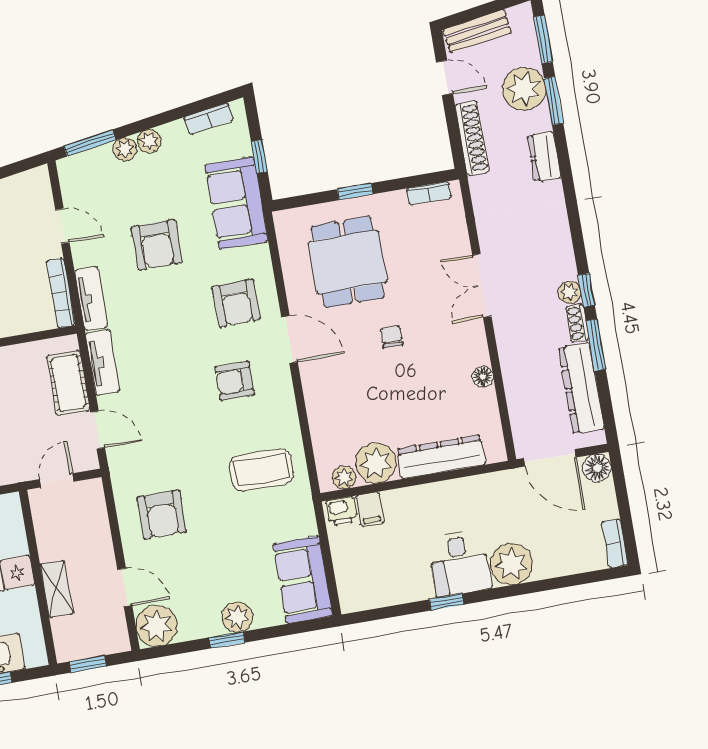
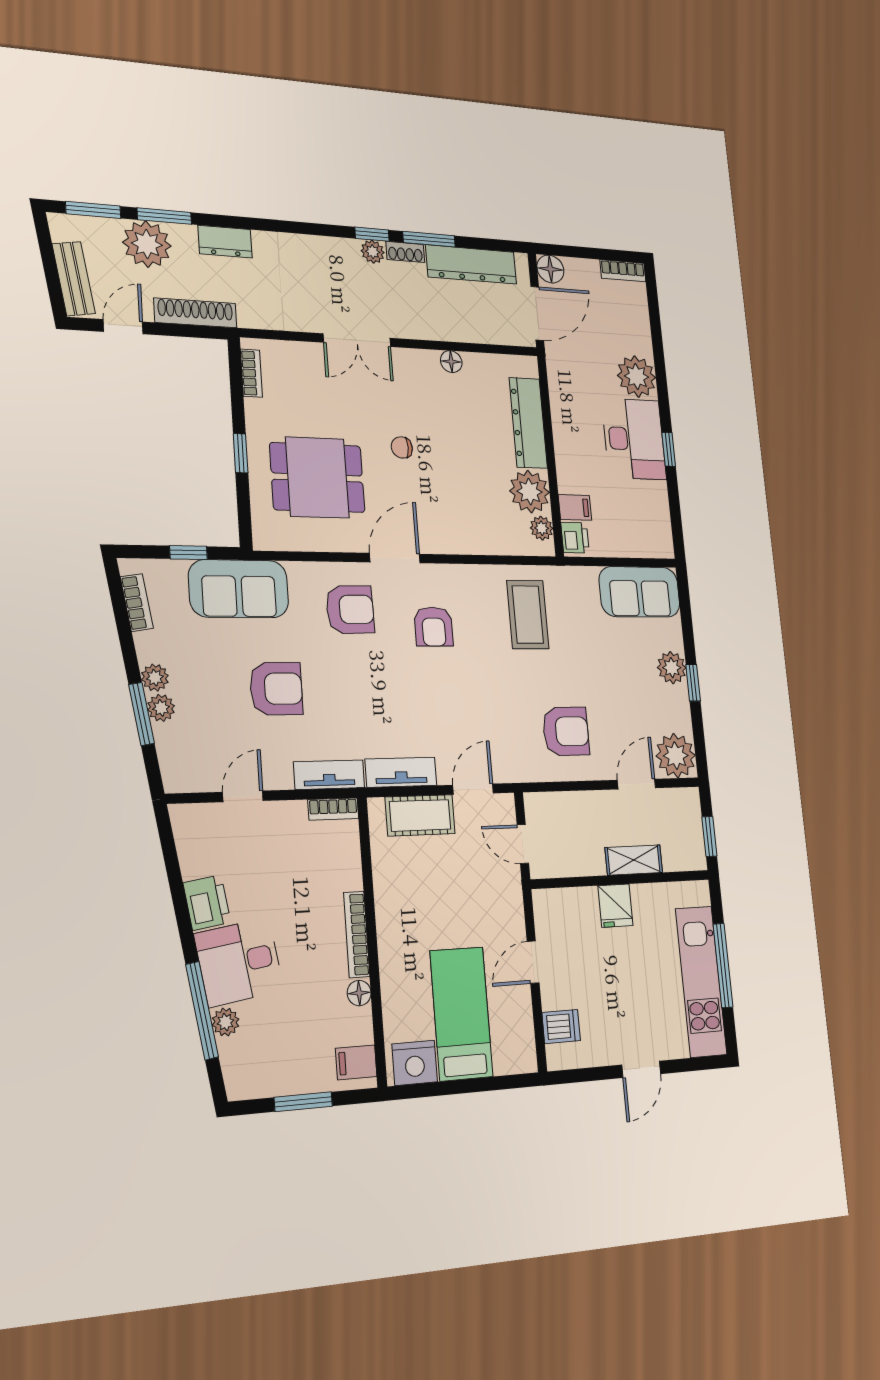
window: (90, 143) -> (141, 714), moved
bookcase: (61, 293) -> (333, 809), width x0.64
desk: (459, 563) -> (634, 439), width x1.37

